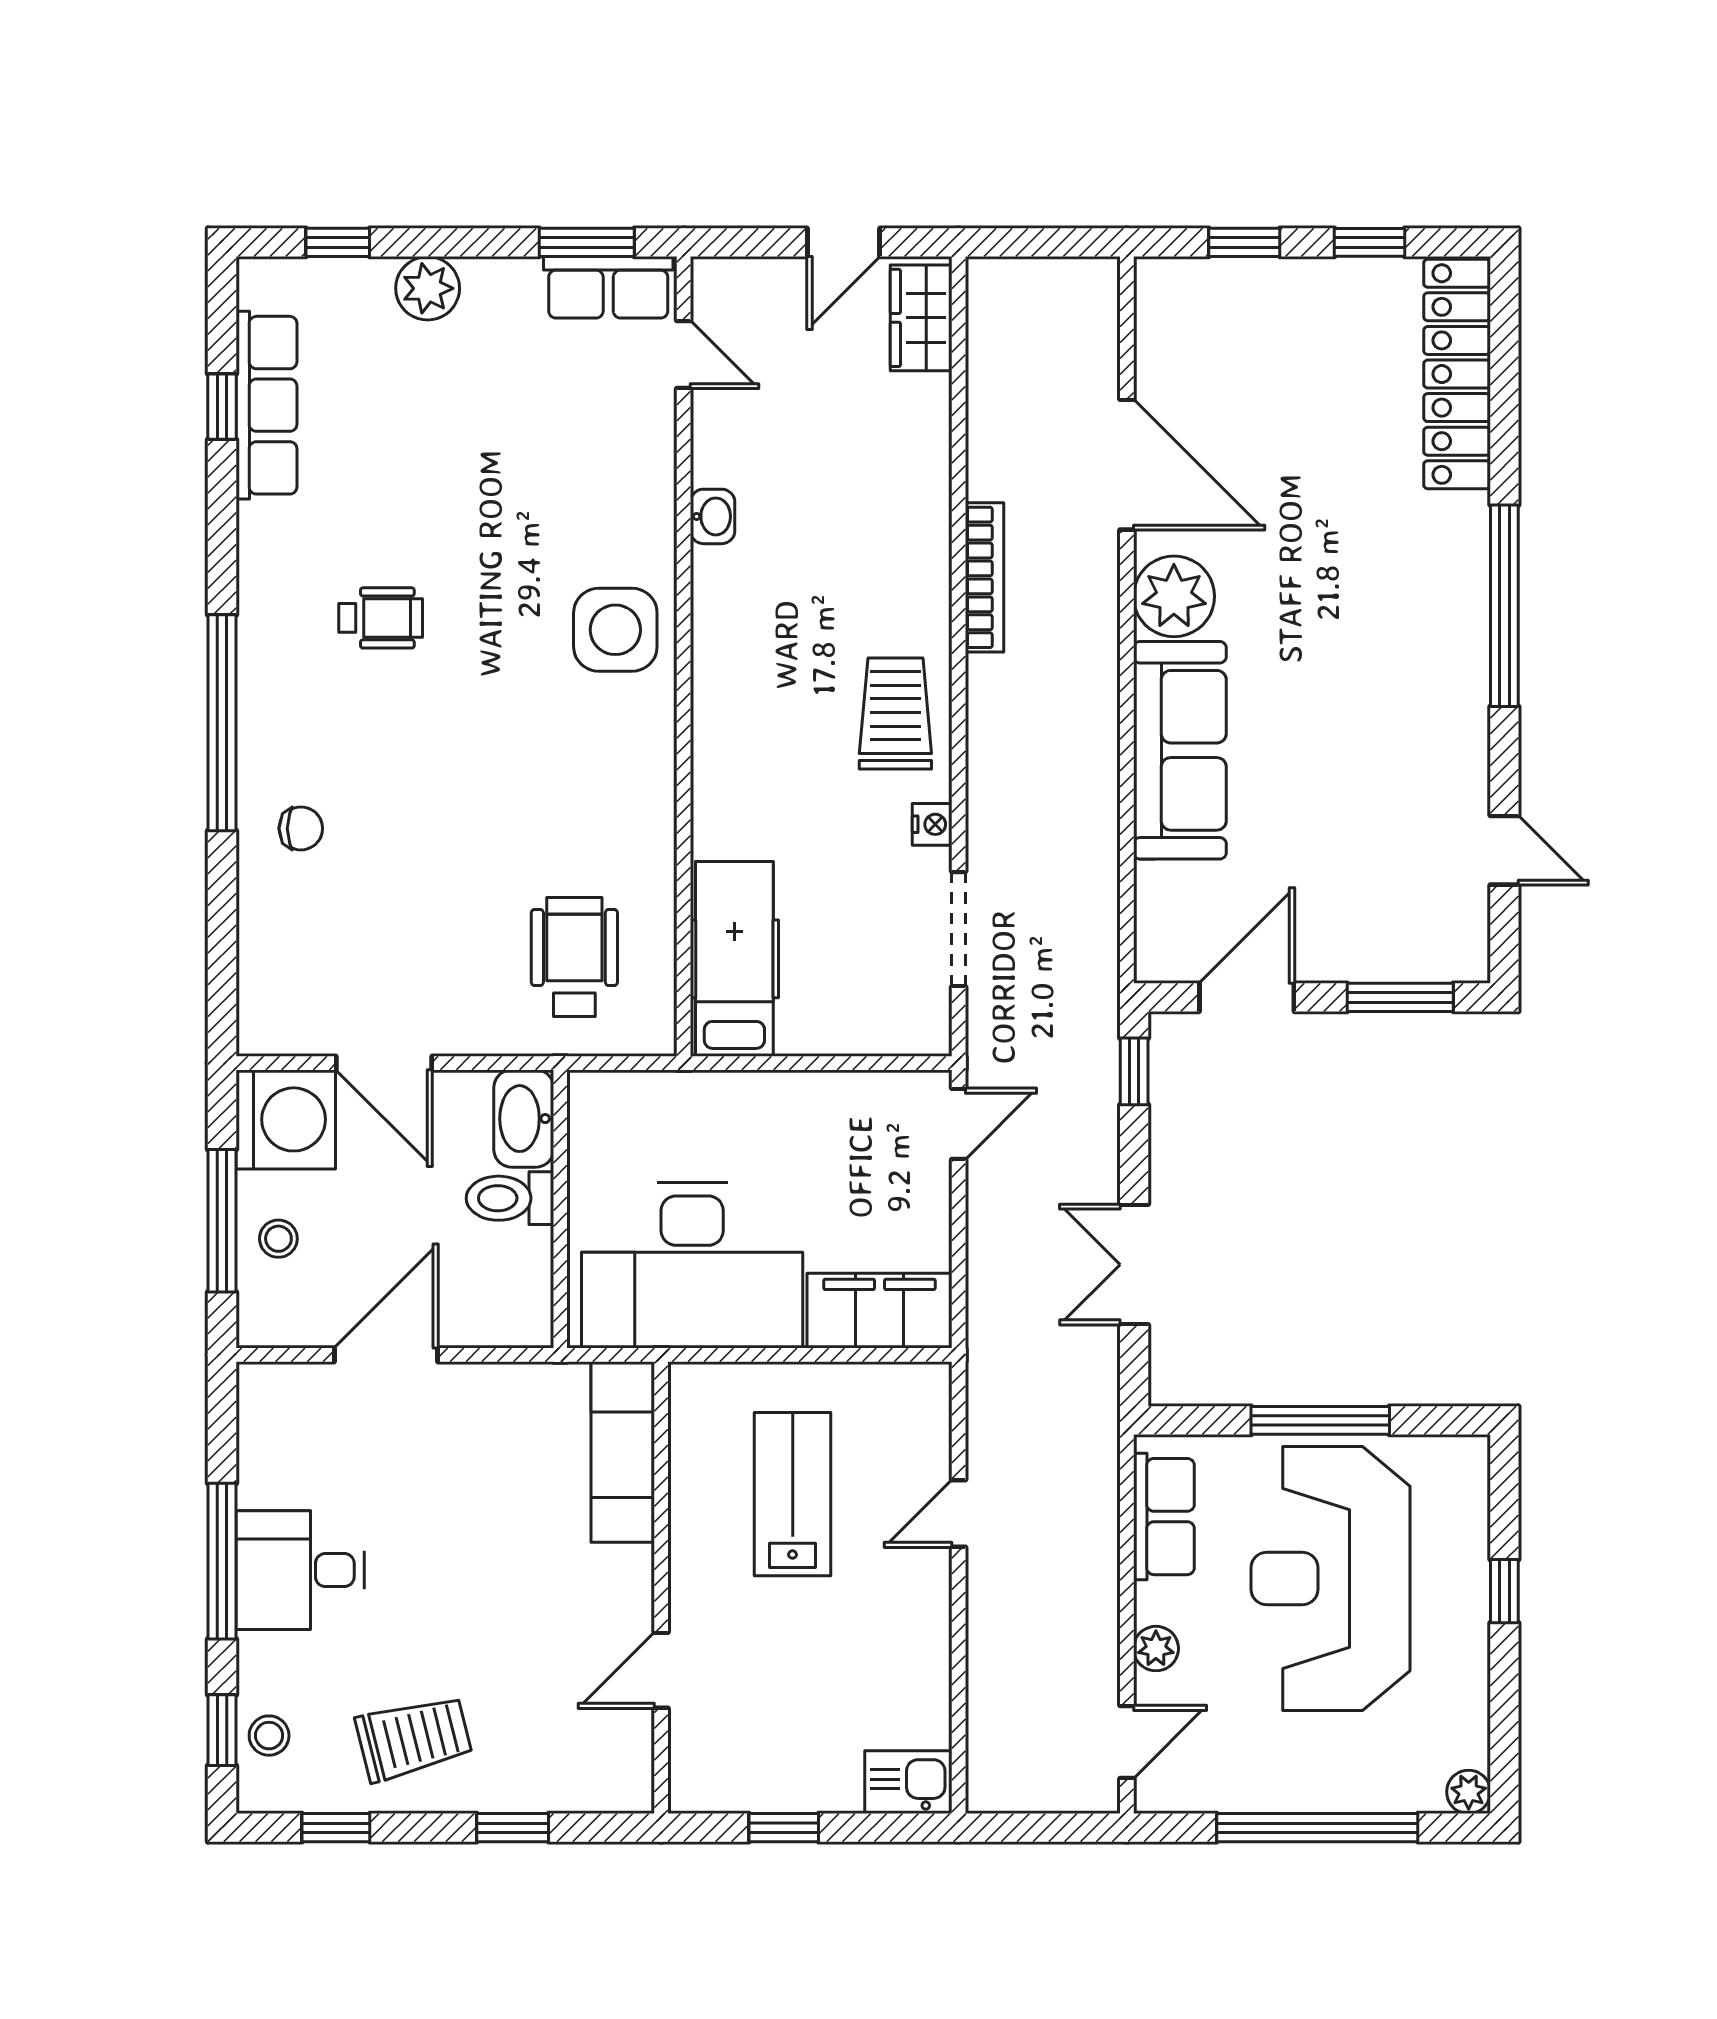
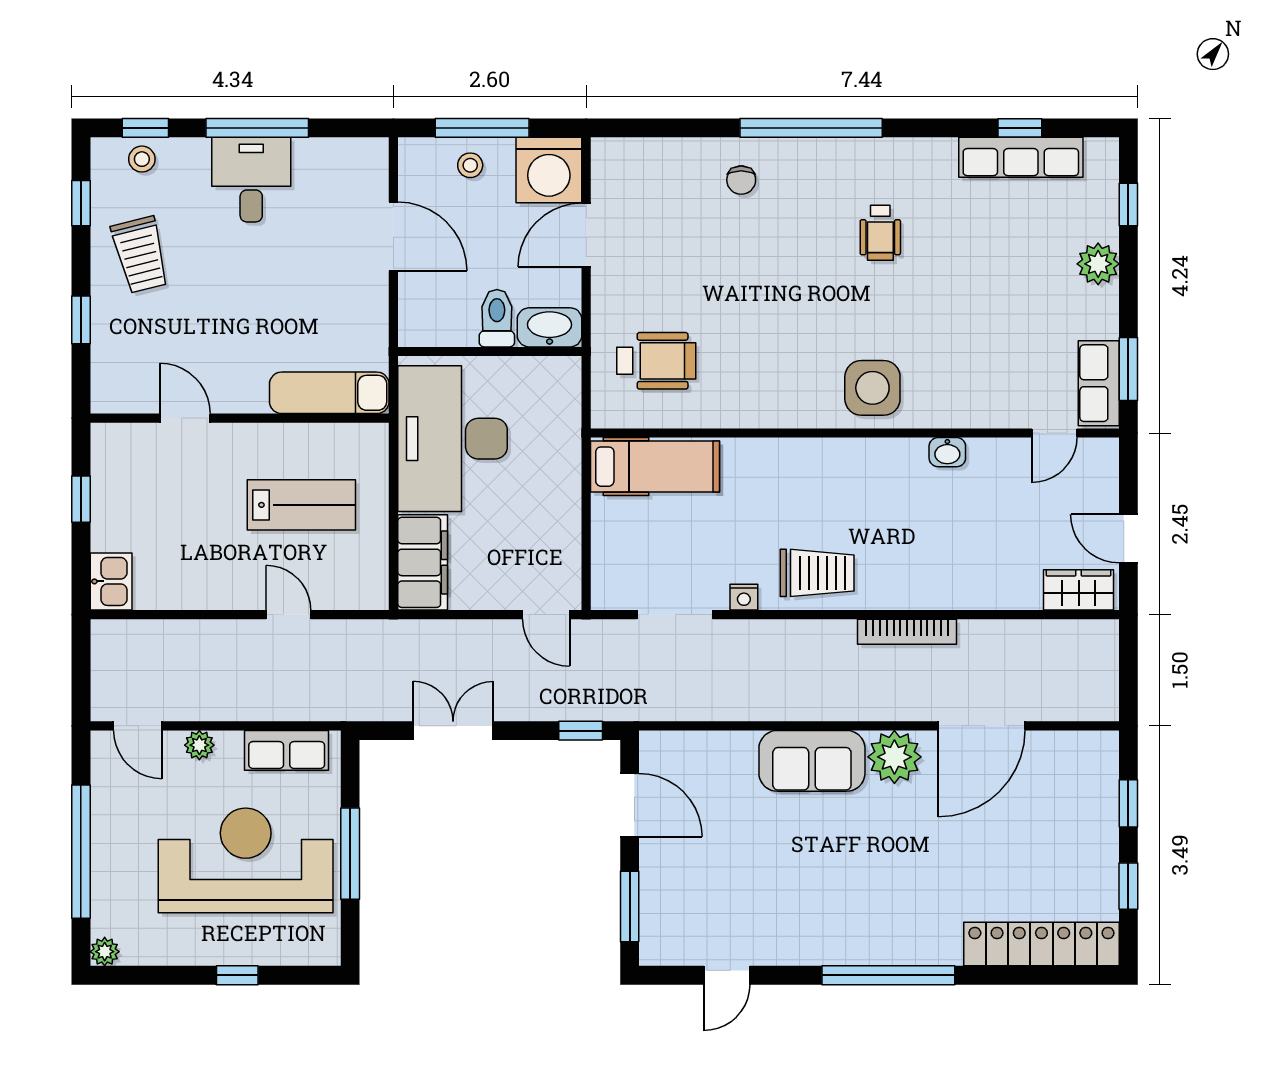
sofa: (1180, 750) -> (812, 761), width x0.73

